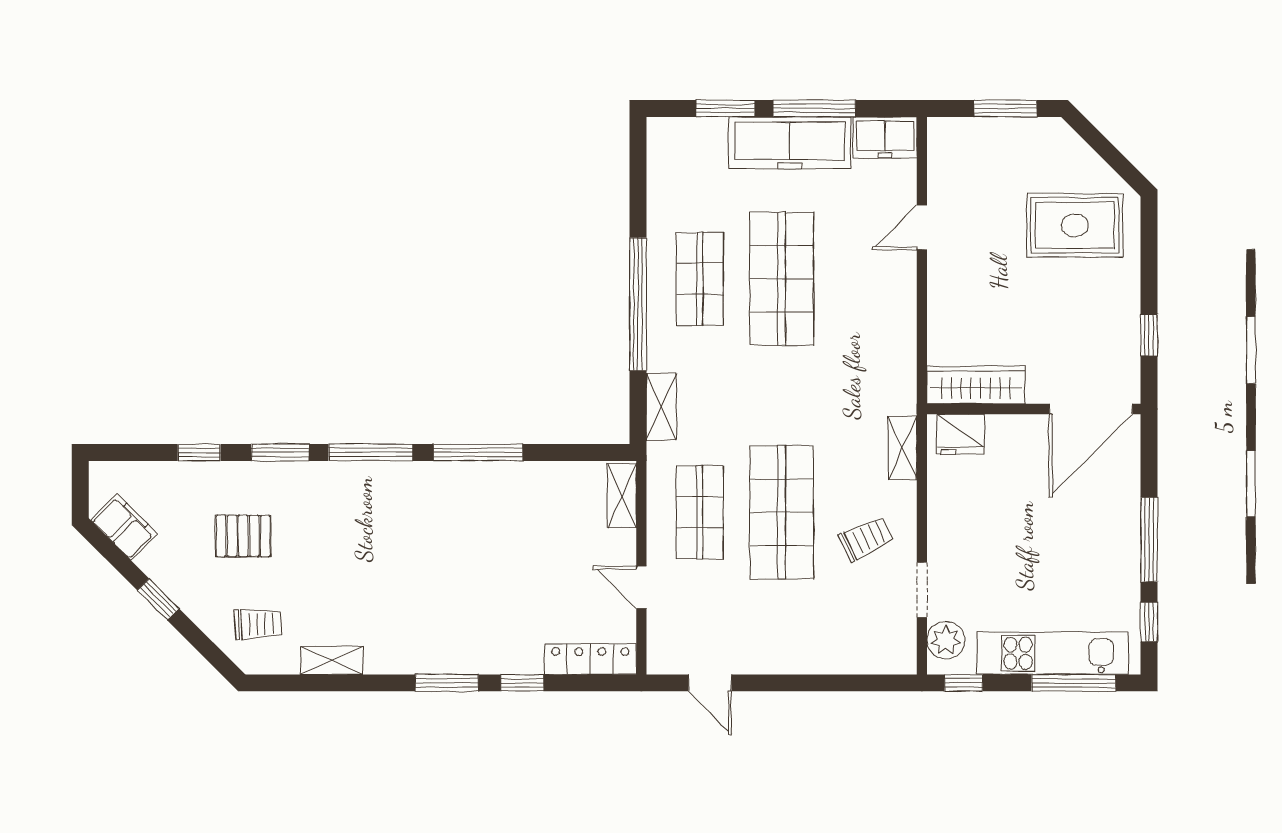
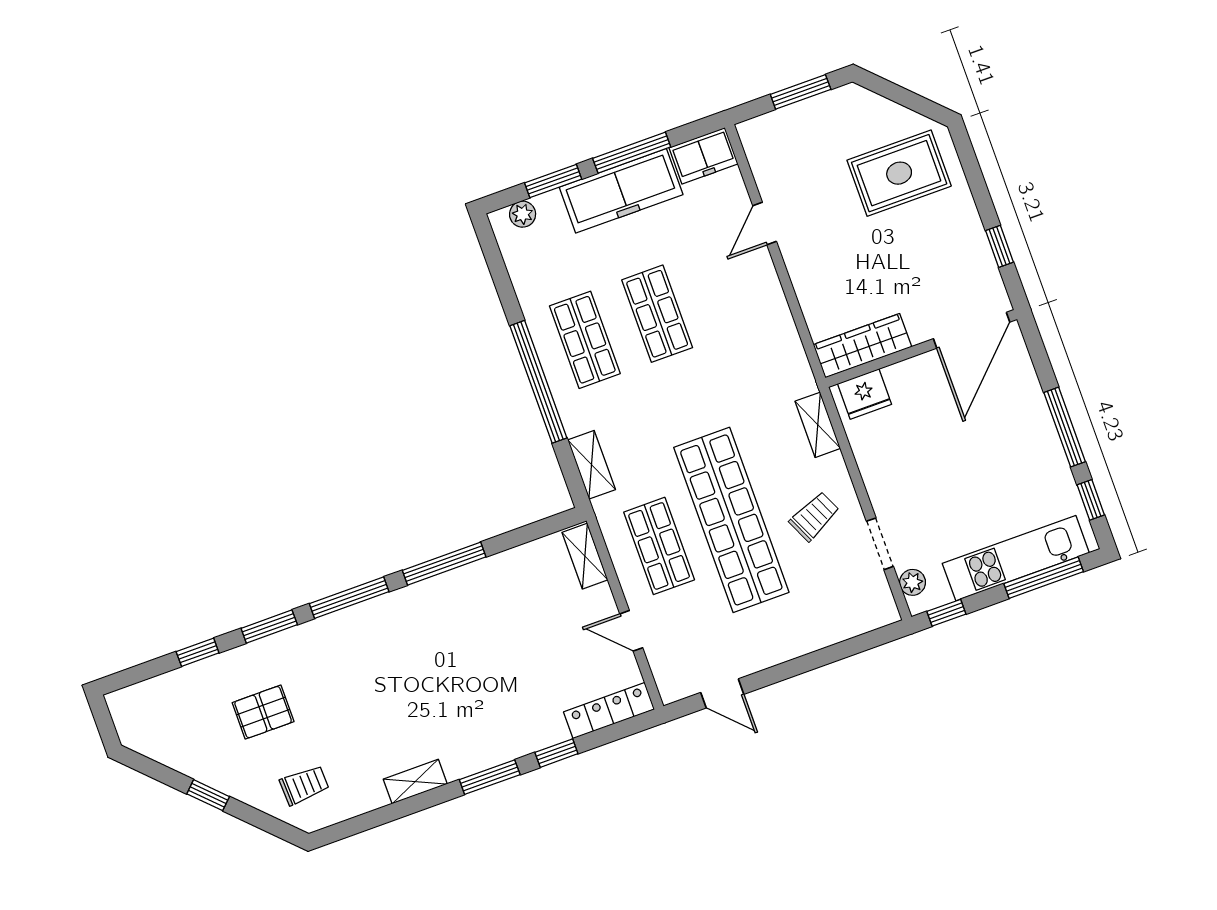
plant: (683, 131) -> (523, 214), added
shop shelf: (782, 279) -> (657, 314), width x0.70, depth x0.74
shop shelf: (782, 512) -> (731, 520), width x1.40
filing cabinet: (124, 527) -> (155, 742), removed
plant: (946, 640) -> (913, 582), width x0.73, depth x0.73
shelving: (332, 660) -> (415, 782), moved

